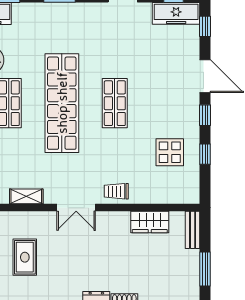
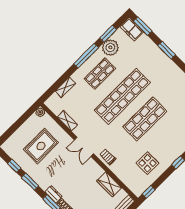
shop shelf: (115, 103) -> (145, 119), width x1.43, depth x1.36
window: (205, 154) -> (149, 192), moved
rug: (25, 257) -> (41, 146), width x1.36, depth x1.43

